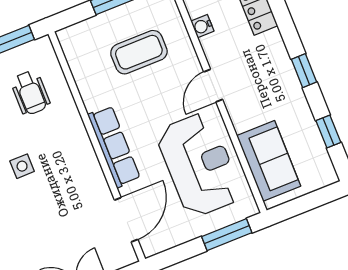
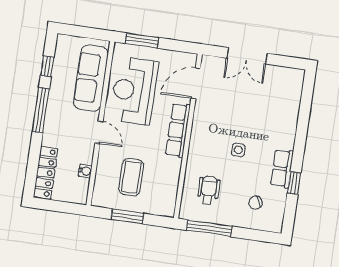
coffee table: (139, 52) -> (131, 177), turned 90
window: (304, 71) -> (41, 110), width x2.17
door: (213, 86) -> (99, 132), hinge flipped
sofa: (269, 161) -> (91, 78), width x1.36

